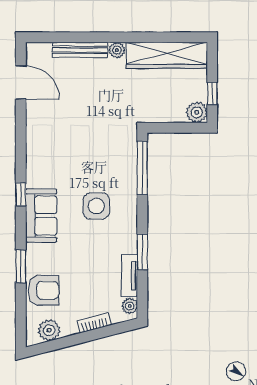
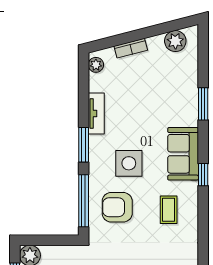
coffee table: (56, 159) -> (169, 210), added
window: (142, 252) -> (84, 145), moved
tv unit: (129, 276) -> (96, 114), moved
armchair: (44, 290) -> (117, 207), moved

